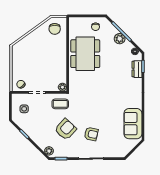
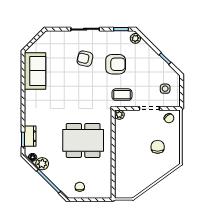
chair: (55, 29) -> (158, 147), moved
plant: (120, 39) -> (42, 164), moved
dining table: (85, 54) -> (83, 140), moved, turned 90
armchair: (66, 129) -> (116, 64), turned -133

